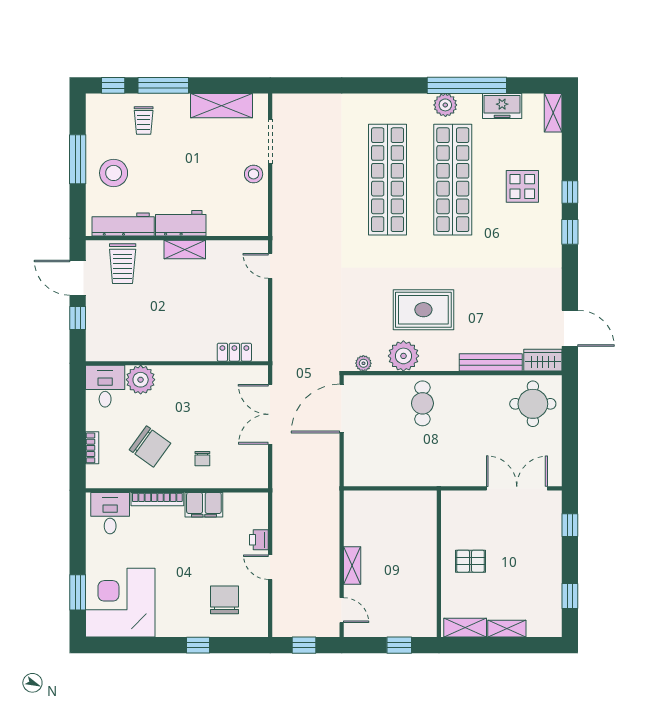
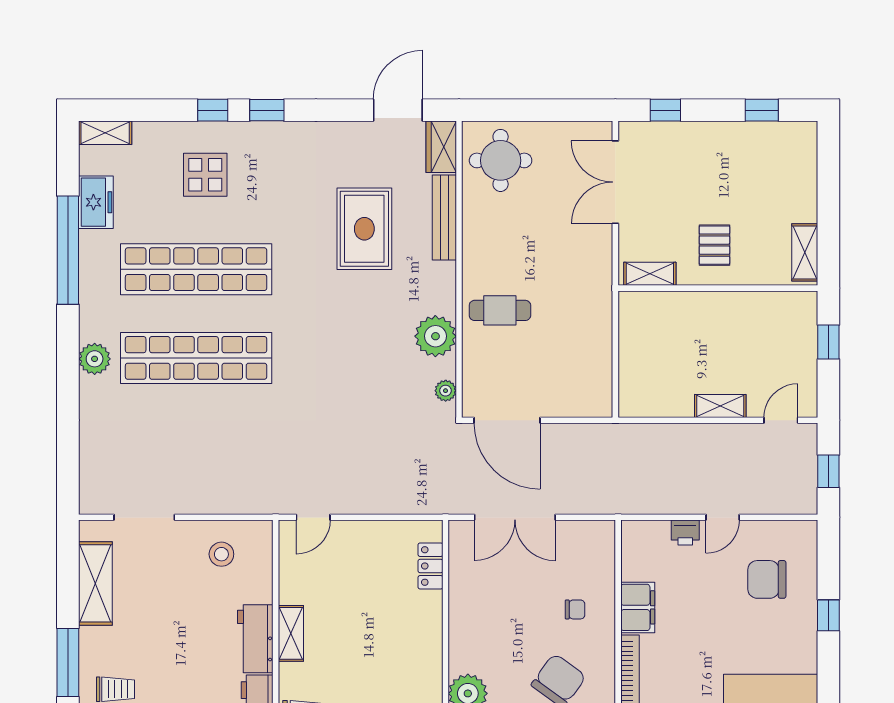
plant: (445, 105) -> (95, 359), moved
stool: (254, 174) -> (221, 554), moved
rug: (423, 310) -> (364, 229), moved
shelving: (507, 629) -> (650, 274), moved, turned 90

